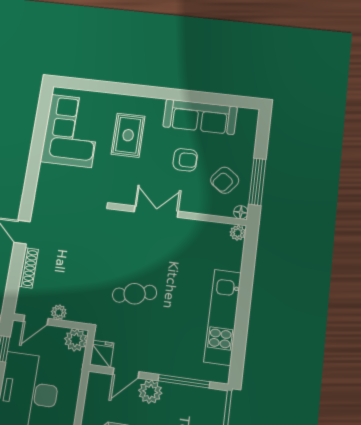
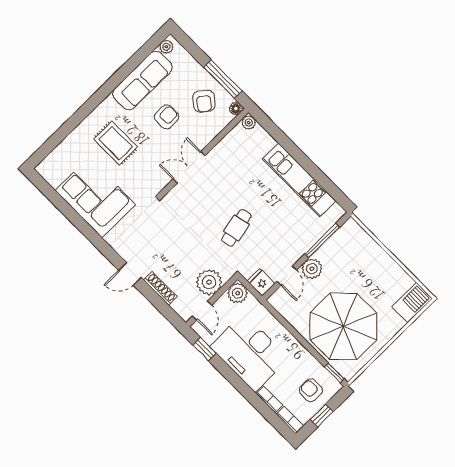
plant: (245, 114) -> (166, 47), added
corner sofa: (71, 131) -> (95, 198), moved
plant: (59, 312) -> (209, 282), width x1.87, depth x1.87

